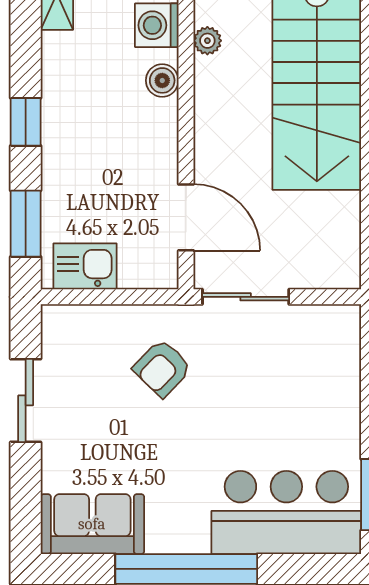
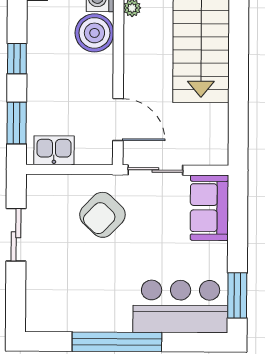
boiler: (162, 80) -> (94, 33), width x1.86, depth x1.86
armchair: (162, 368) -> (102, 215), width x1.38, depth x1.38
sofa: (92, 524) -> (209, 208), moved, turned -90

